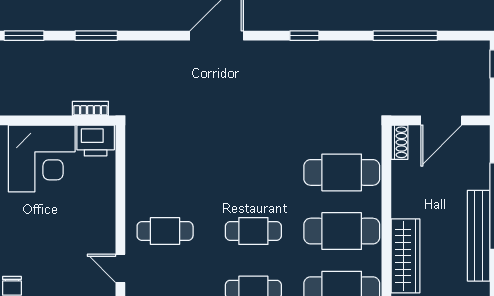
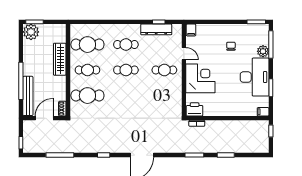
corner desk: (42, 158) -> (200, 78), moved, turned 90
cafe table: (342, 231) -> (87, 70), width x0.73, depth x0.74
bench: (479, 236) -> (28, 96), moved

